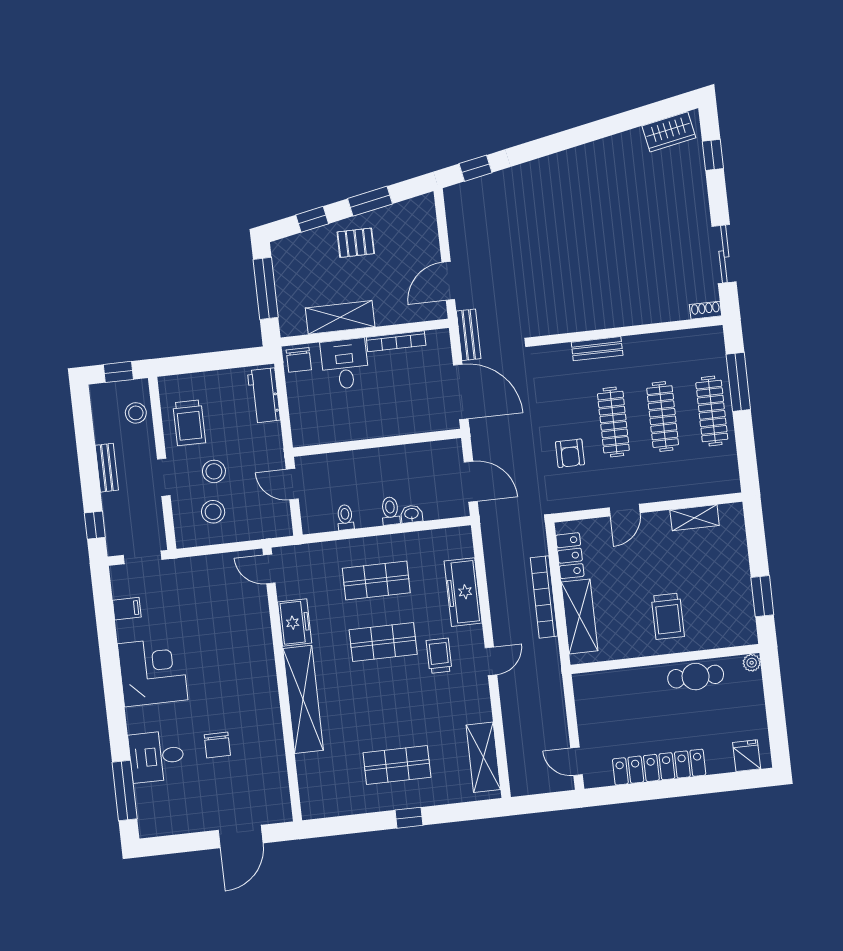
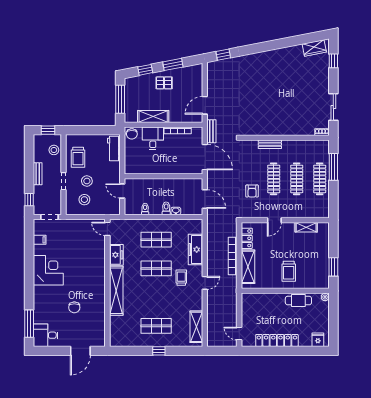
desk: (157, 756) -> (46, 335), moved

